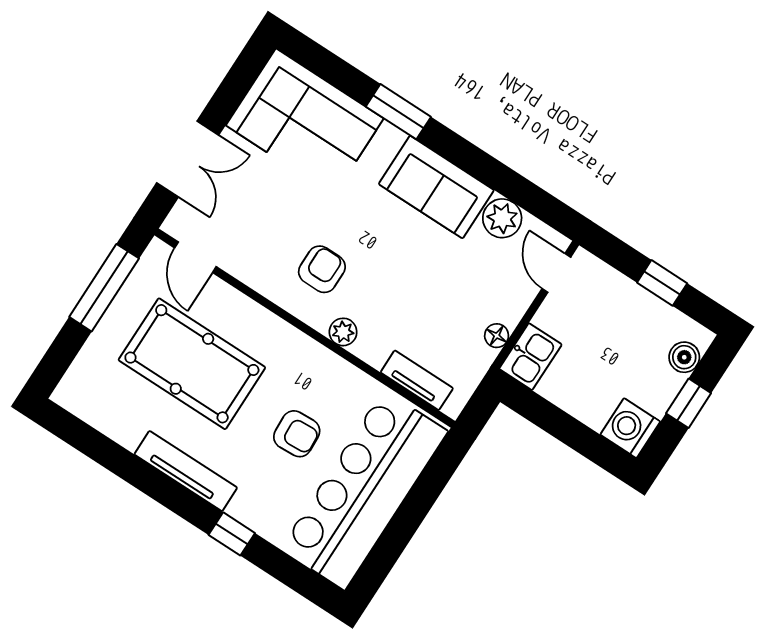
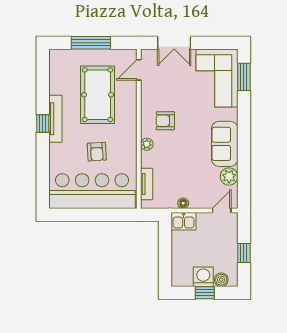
window: (398, 112) -> (244, 77), moved
armchair: (322, 269) -> (165, 121), turned 180
window: (104, 288) -> (91, 43), moved
washing machine: (630, 428) -> (203, 277), moved
window: (232, 534) -> (43, 123), moved

